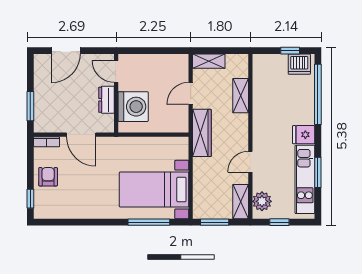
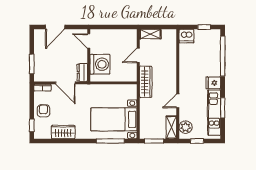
dishwasher: (299, 64) -> (186, 36), moved
shelving: (241, 96) -> (171, 57), removed
dresser: (106, 100) -> (82, 72), moved
wardrobe: (78, 209) -> (63, 132), added

